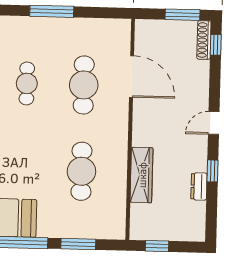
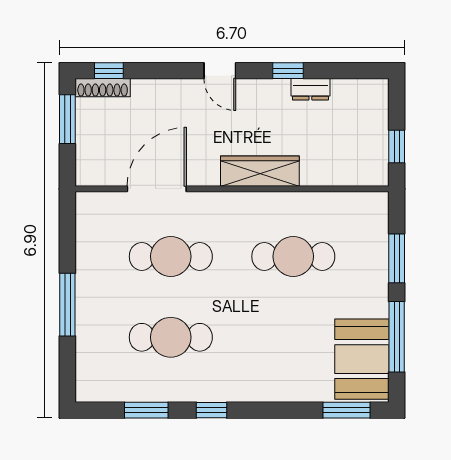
cafe table: (27, 83) -> (171, 337), width x1.37, depth x1.35
wardrobe: (142, 175) -> (260, 171), moved

